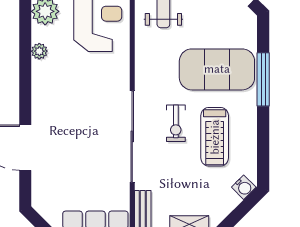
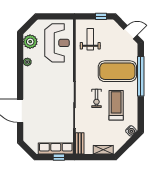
window: (263, 79) -> (141, 76), width x1.46
treadmill: (215, 137) -> (116, 105), turned 180

